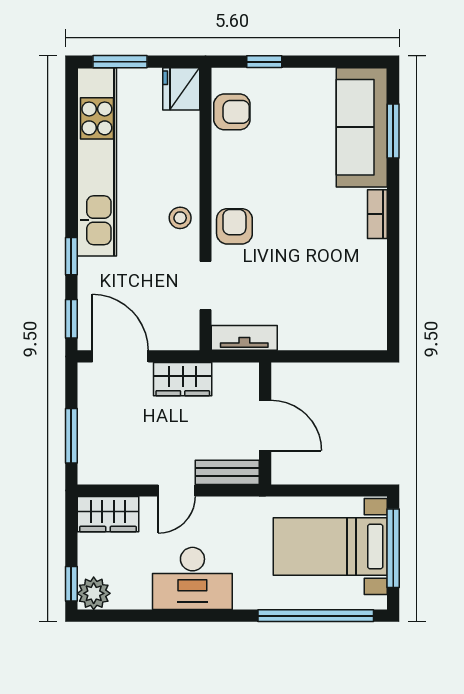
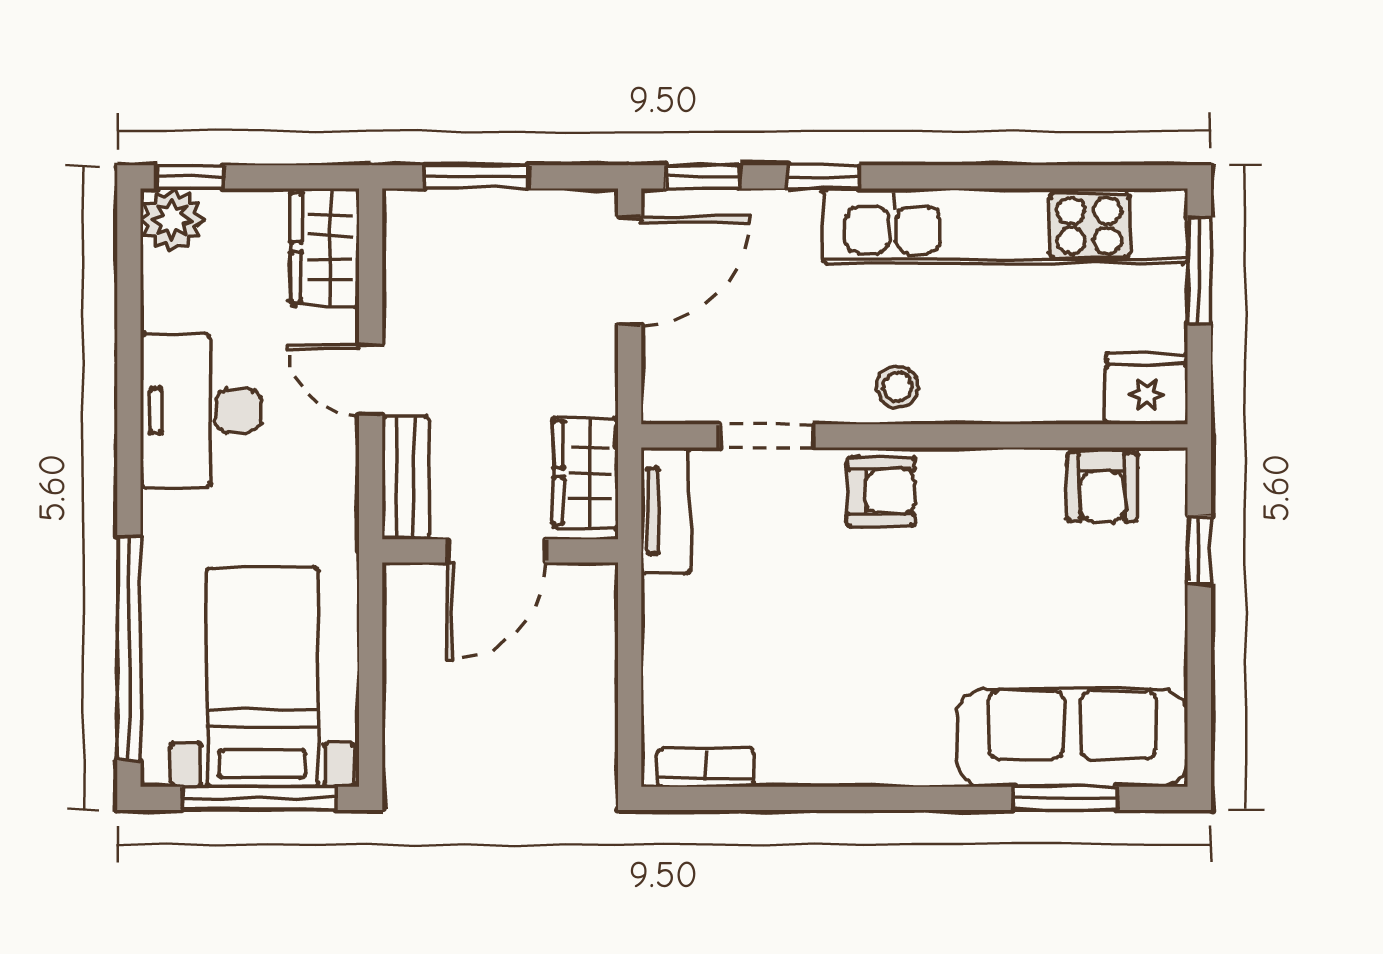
bookcase: (377, 214) -> (706, 768), moved
wardrobe: (183, 379) -> (586, 473), moved

